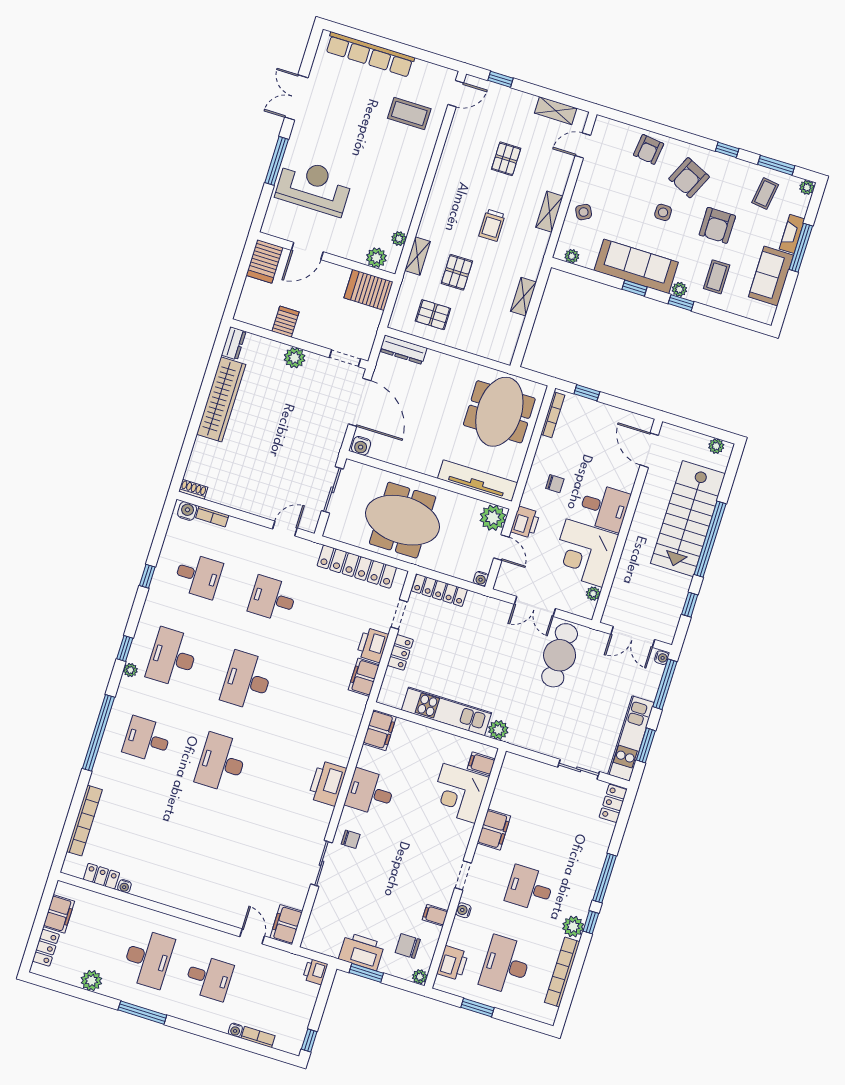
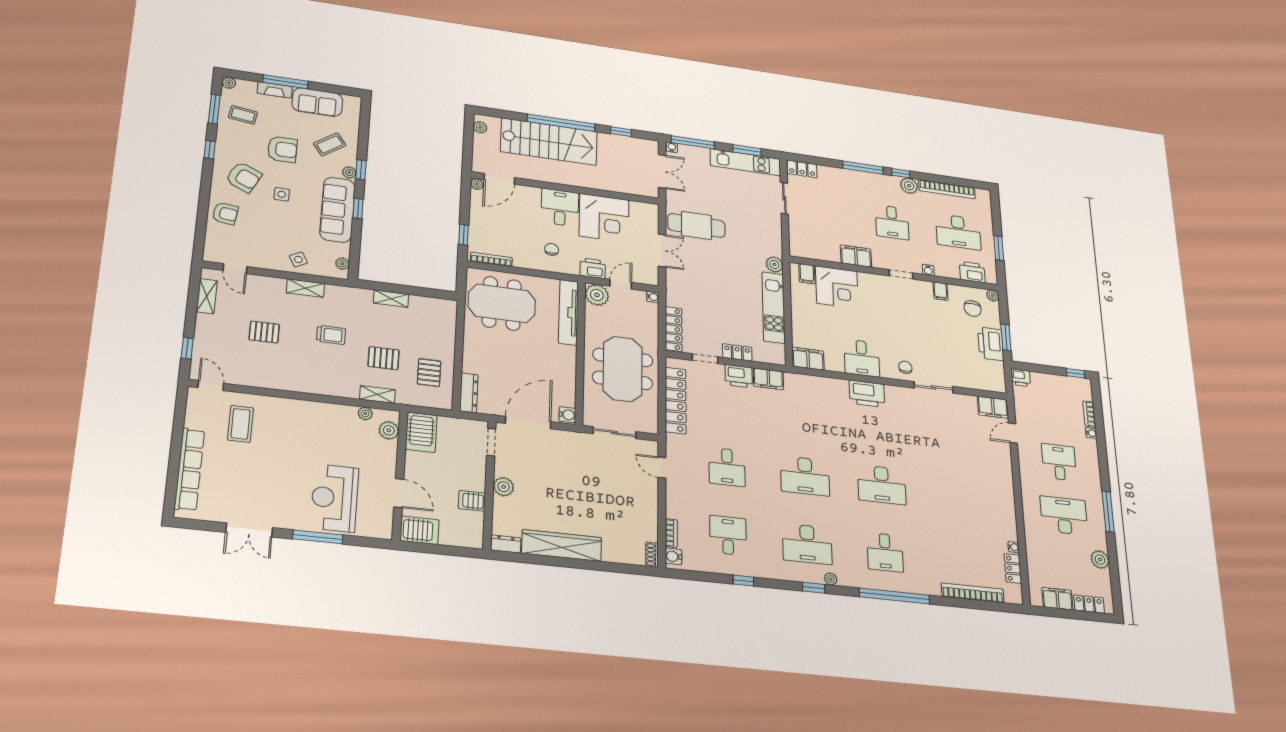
coffee table: (717, 277) -> (330, 144), turned -36
plant: (593, 594) -> (477, 184), moved

